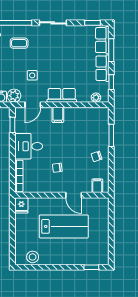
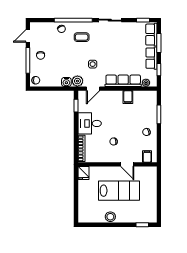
row of seats: (62, 95) -> (123, 81), width x1.48
filing cabinet: (58, 115) -> (128, 97), moved
stool: (33, 257) -> (110, 217), moved

